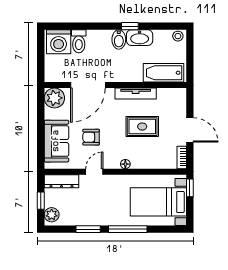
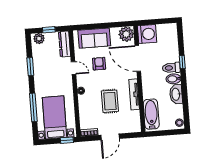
window: (130, 26) -> (182, 62), moved
toilet: (79, 41) -> (171, 68), moved
washing machine: (59, 42) -> (147, 34), moved, turned 180
window: (128, 229) -> (33, 107), moved

